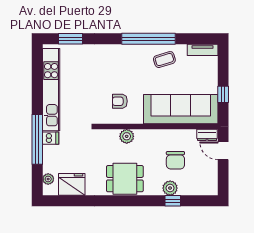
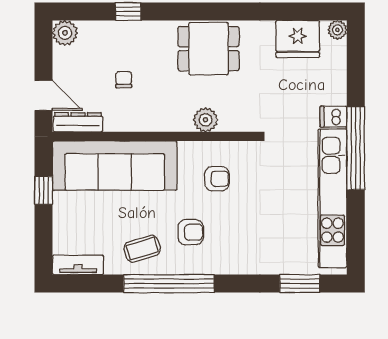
armchair: (136, 69) -> (191, 232), added
dresser: (207, 135) -> (78, 122), width x1.44
window: (37, 139) -> (356, 148), moved
chair: (175, 160) -> (124, 80), width x0.54, depth x0.54
plant: (48, 179) -> (337, 30), moved
plant: (170, 188) -> (65, 33), moved

